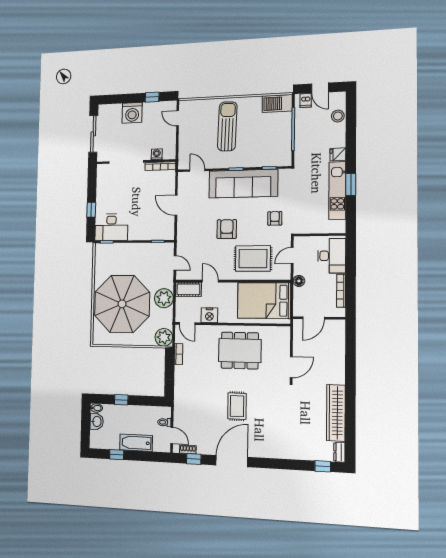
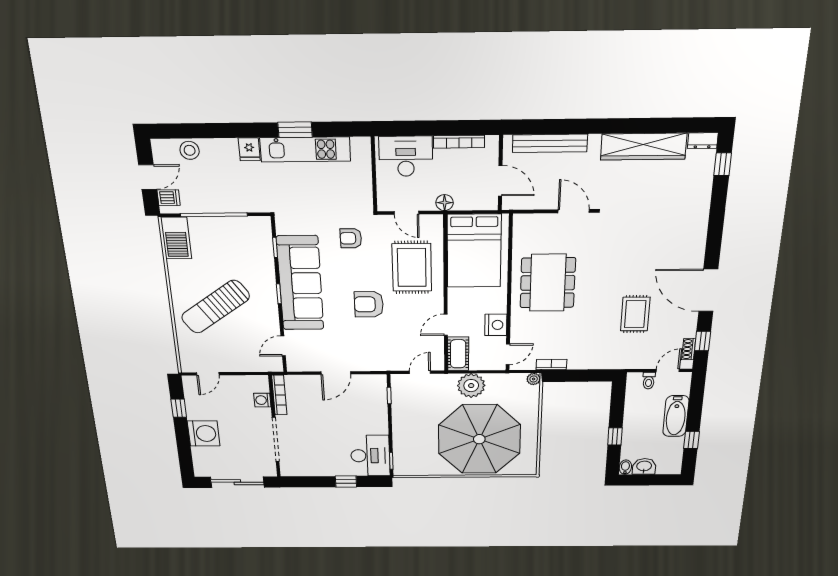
sun lounger: (227, 126) -> (216, 307), turned -37
plant: (164, 337) -> (534, 379), width x0.53, depth x0.53
bench: (339, 351) -> (550, 143), added
rug: (237, 406) -> (635, 314), moved, turned 90

